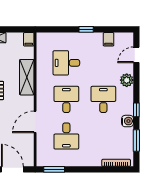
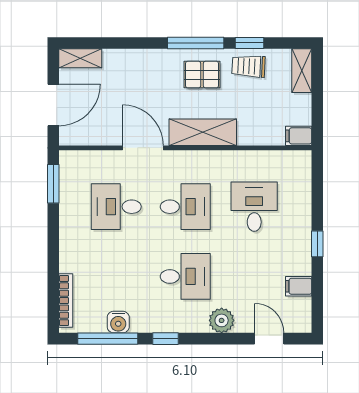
shelving: (27, 77) -> (203, 132), moved
water cooler: (128, 121) -> (118, 322), moved
window: (136, 141) -> (108, 339), width x1.44

